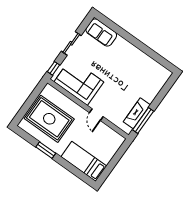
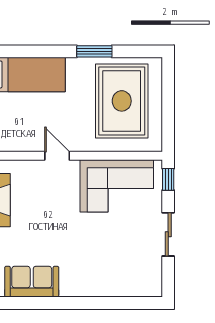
sofa: (101, 32) -> (32, 282), moved
rug: (49, 119) -> (122, 101), turned 90

